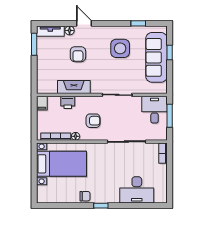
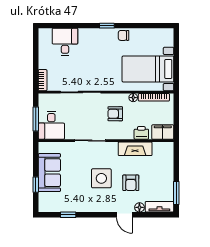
side table: (120, 48) -> (101, 178), moved
armchair: (78, 54) -> (131, 183), turned 180
sofa: (156, 57) -> (49, 173), width x0.73
filing cabinet: (42, 103) -> (163, 132), width x2.00
desk: (137, 190) -> (65, 42), width x0.73

